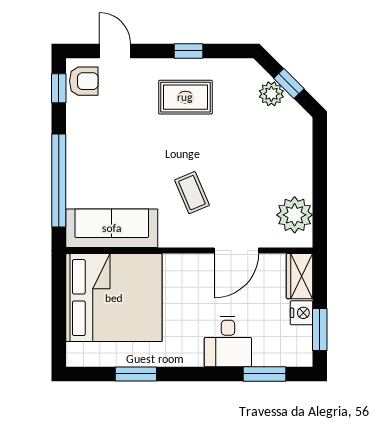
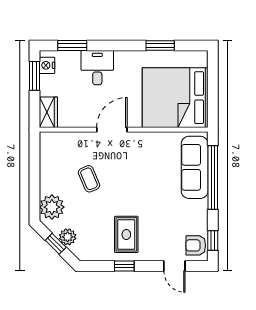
rug: (185, 97) -> (126, 234), turned 90
coffee table: (192, 193) -> (89, 179), moved
plant: (295, 215) -> (52, 207), moved
sofa: (112, 228) -> (195, 167), moved, turned 90
door: (236, 251) -> (112, 130), moved
nightstand: (302, 313) -> (47, 65), moved

